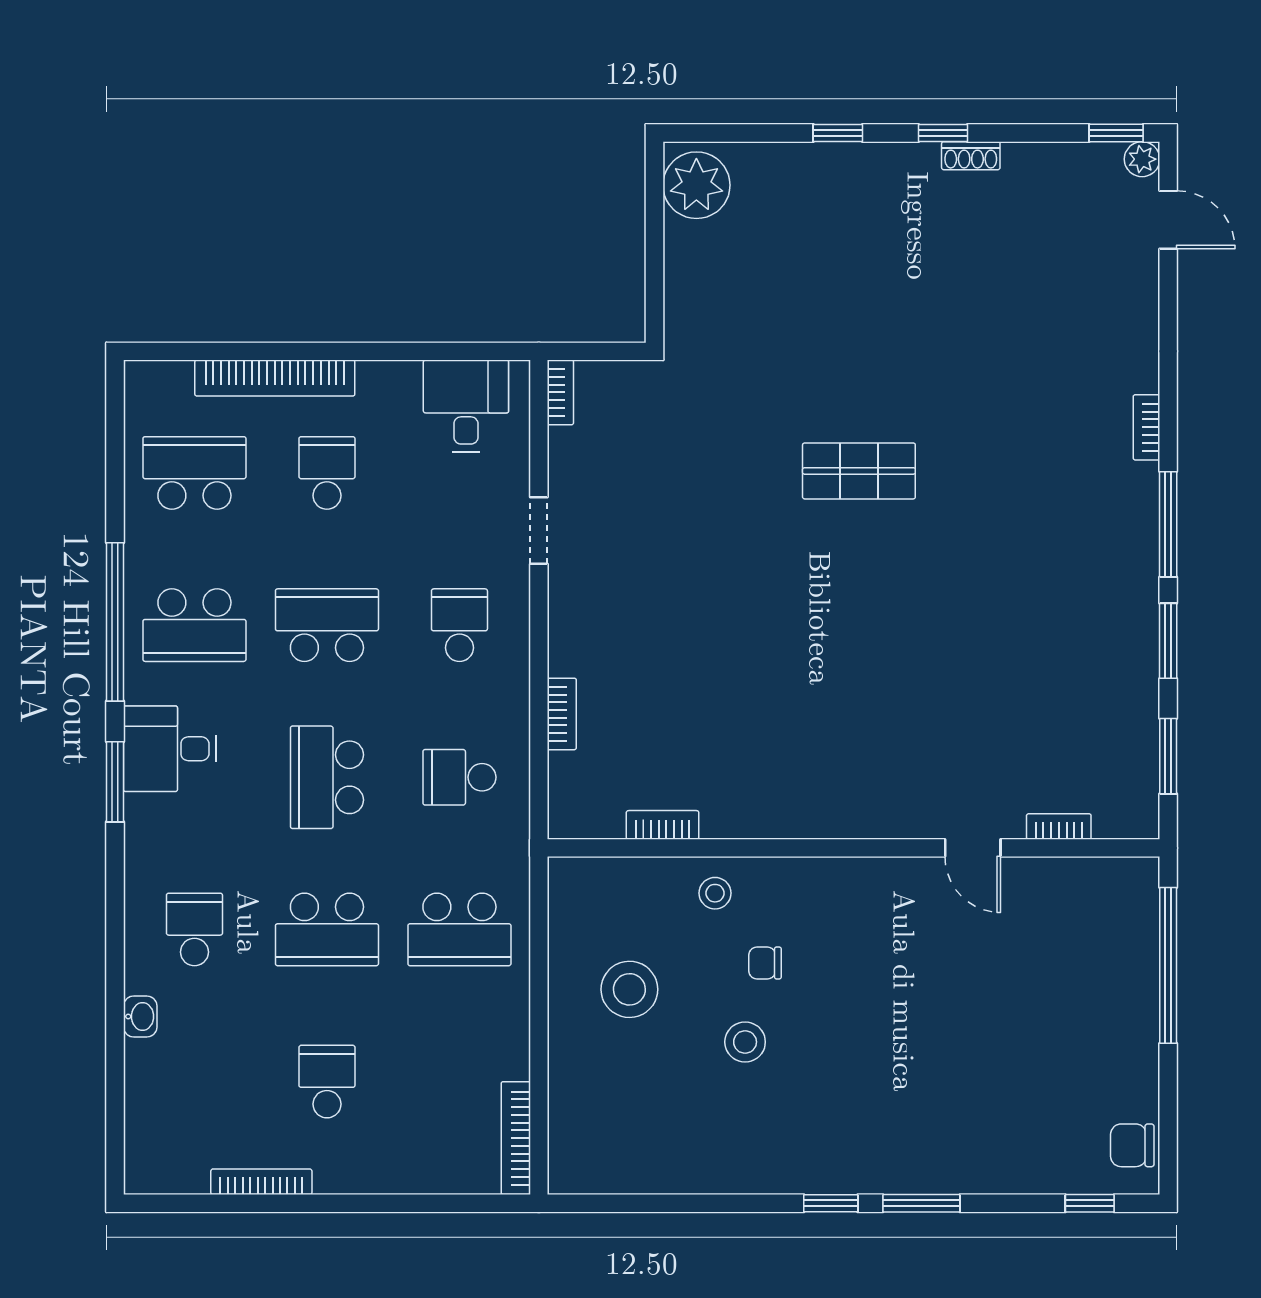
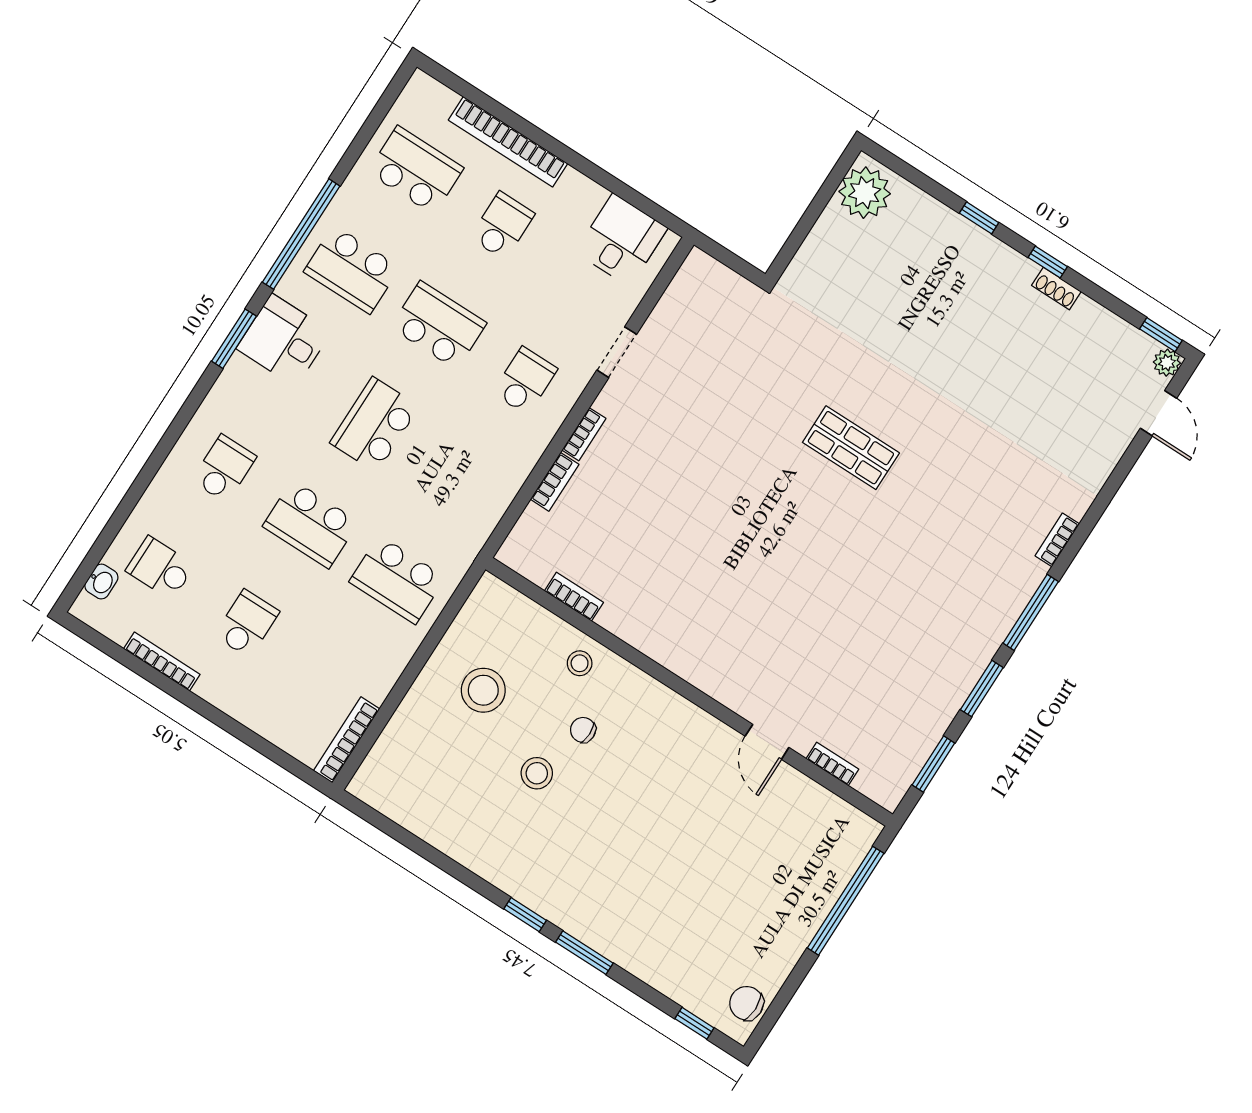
bookcase: (560, 392) -> (584, 434), moved
school desk: (459, 777) -> (160, 568), moved
washbasin: (140, 1016) -> (101, 582), moved

